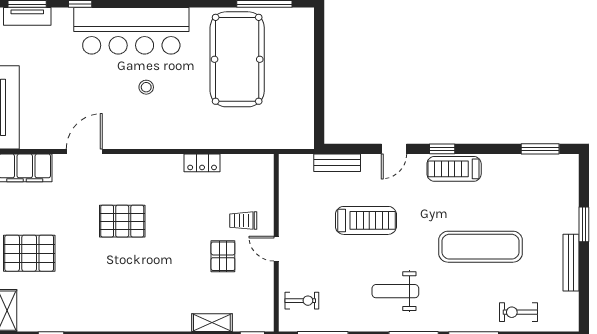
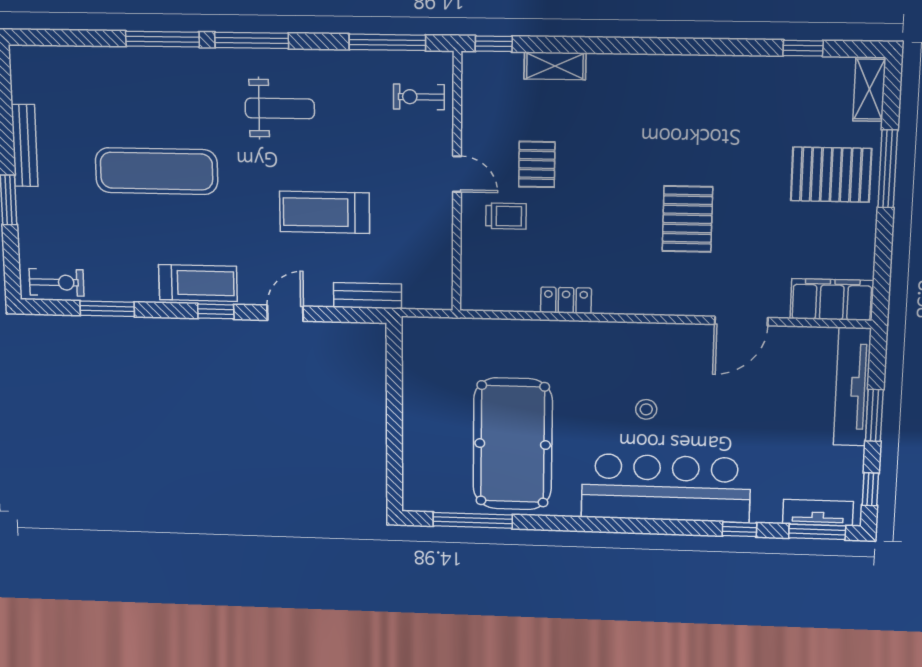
window: (540, 149) -> (107, 309), moved
pallet: (122, 221) -> (687, 219), turned 90
exercise bike: (519, 312) -> (56, 282), moved

